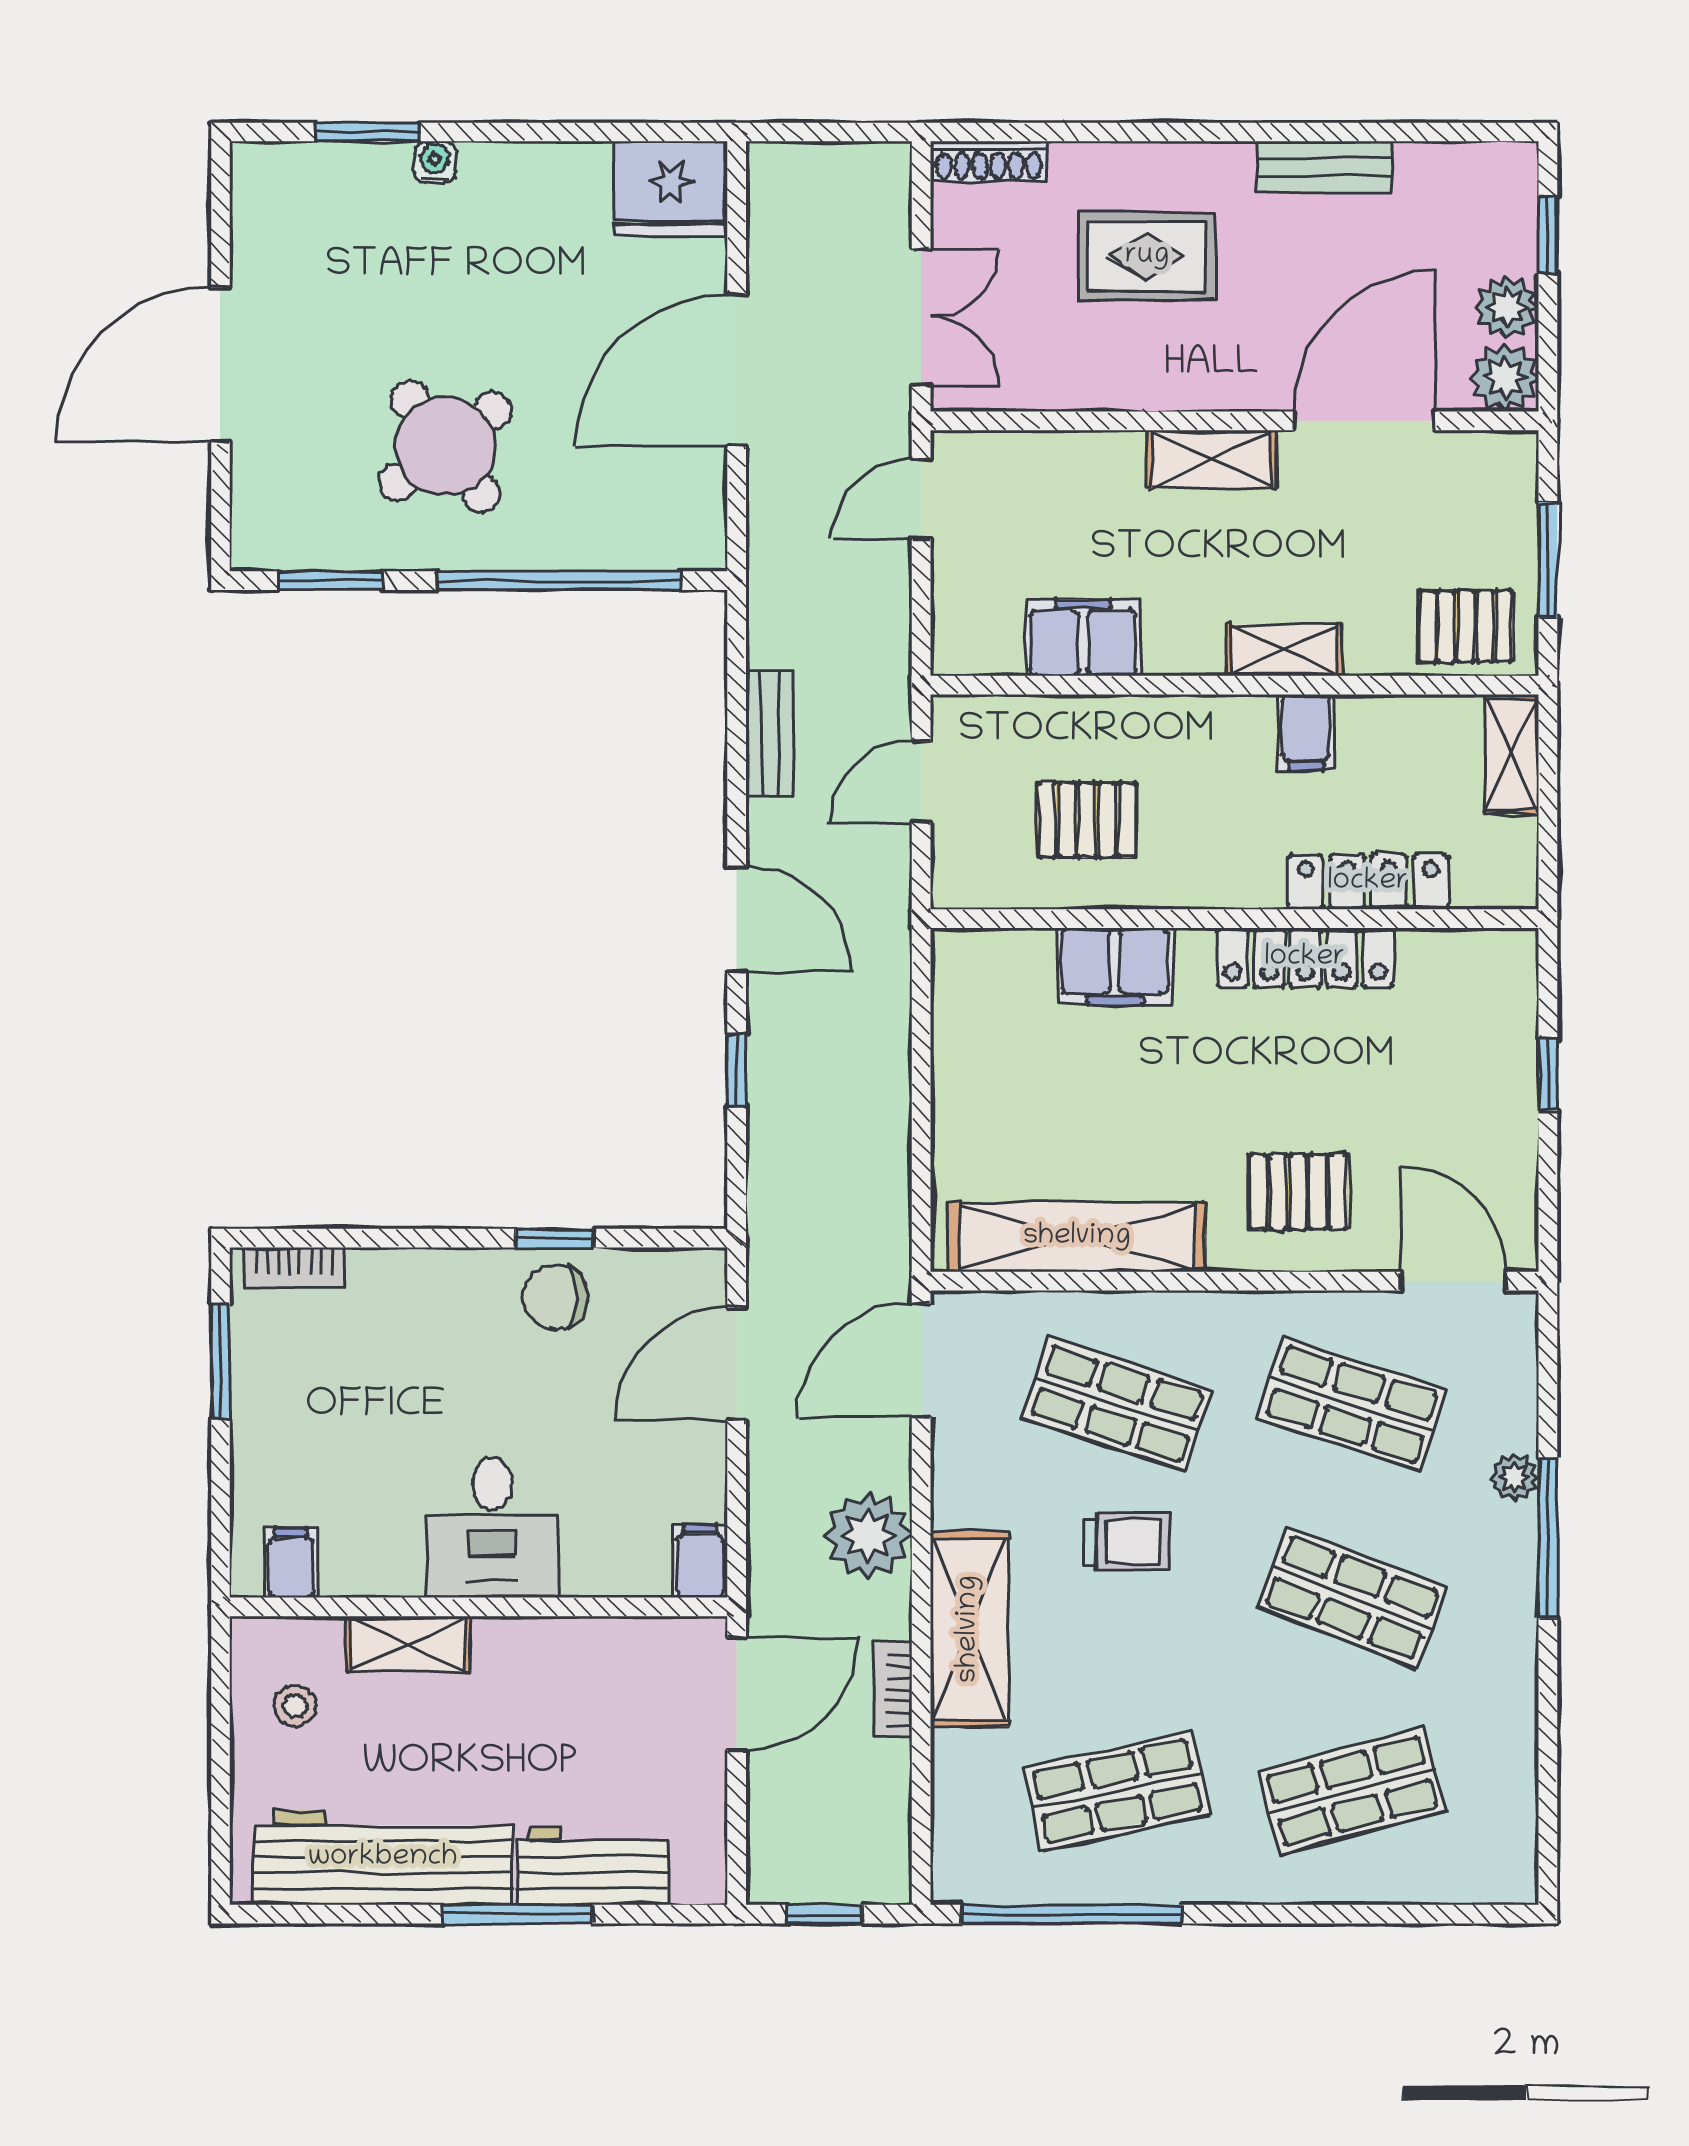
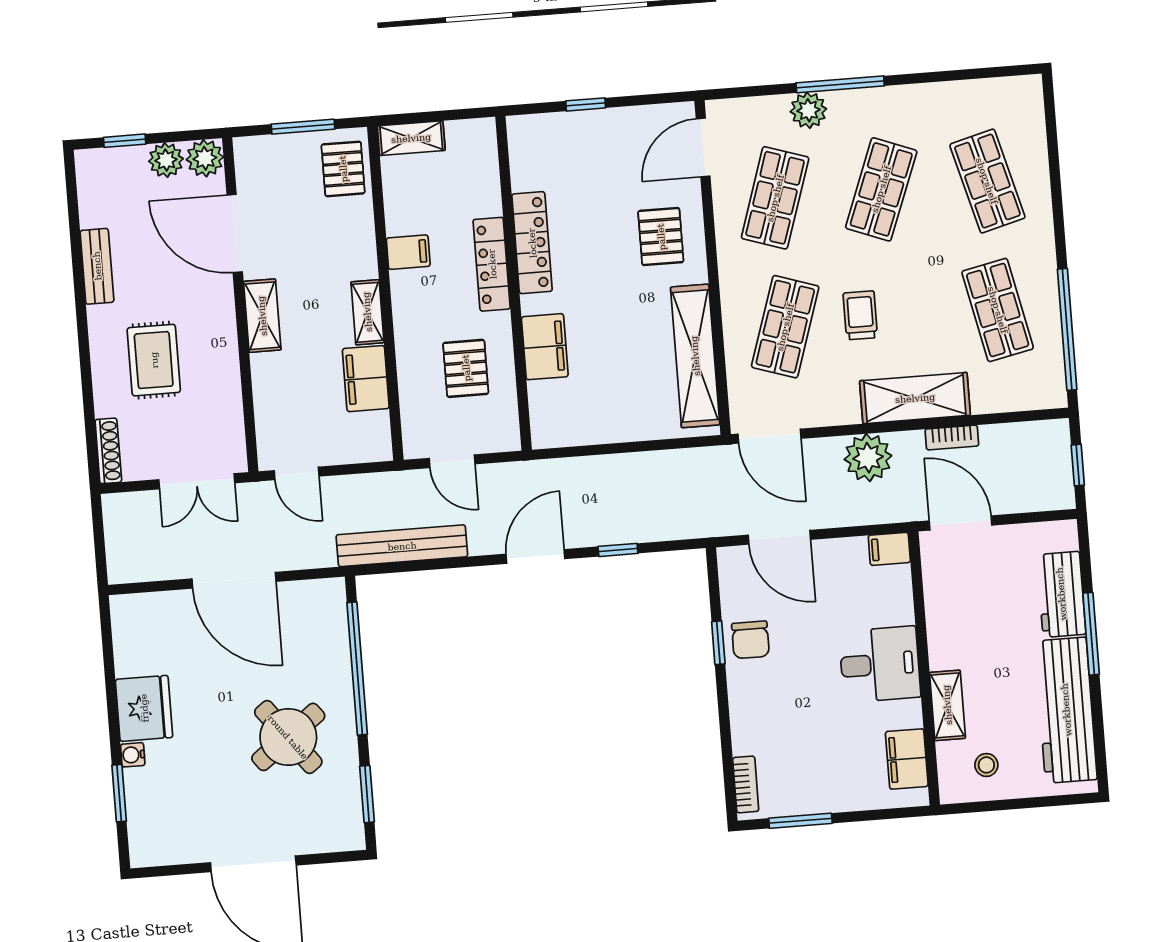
fridge: (671, 189) -> (144, 708), moved
double door: (921, 317) -> (197, 481), swing flipped
shelving: (1284, 650) -> (367, 312), moved
bench: (770, 734) -> (402, 546), width x1.86, depth x1.21
locker: (1368, 882) -> (492, 264), moved
plant: (1515, 1477) -> (808, 110), width x1.38, depth x1.38
filing cabinet: (291, 1563) -> (907, 759), width x2.00

